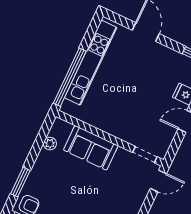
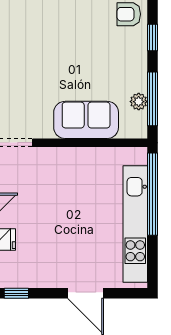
window: (40, 141) -> (152, 99), added
window: (20, 182) -> (152, 37), width x0.67

